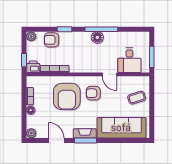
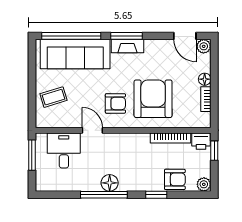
door: (56, 141) -> (185, 36), moved
window: (124, 141) -> (71, 36), added

